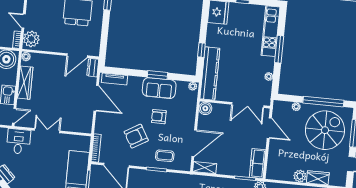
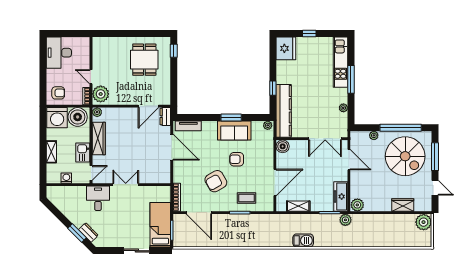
spiral stairs: (325, 130) -> (405, 156), turned 90
shelving: (205, 168) -> (298, 206), moved
plant: (300, 176) -> (357, 205), moved

